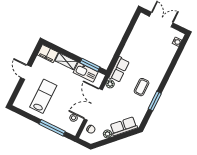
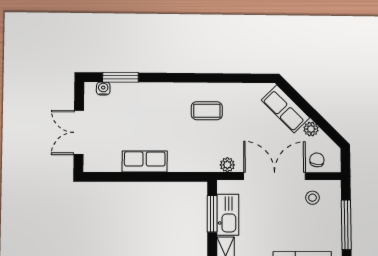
row of seats: (119, 70) -> (145, 162), moved
window: (155, 101) -> (121, 77), moved
double door: (93, 104) -> (275, 176), swing flipped

